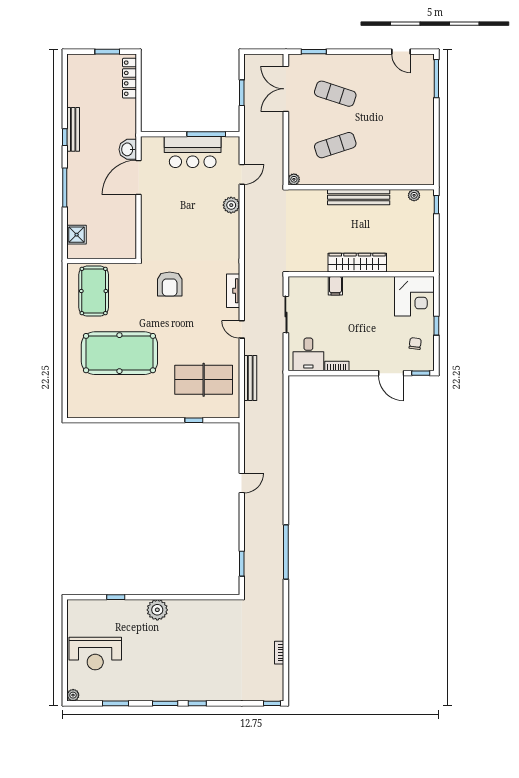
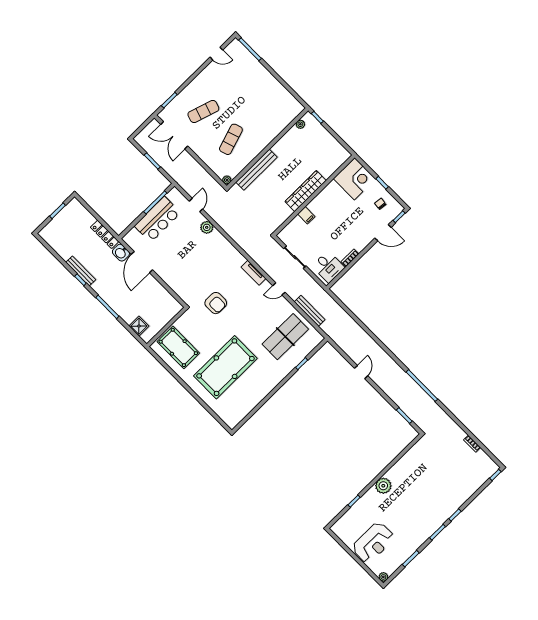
locker: (129, 78) -> (105, 234), moved
bench: (359, 197) -> (257, 170), moved

